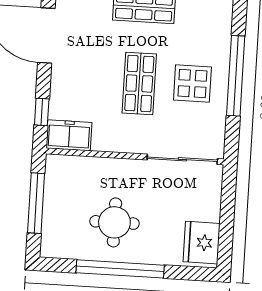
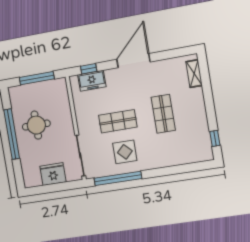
window: (236, 76) -> (118, 178), moved
freezer: (69, 135) -> (92, 81), moved, turned 90
fridge: (202, 243) -> (53, 174), moved

